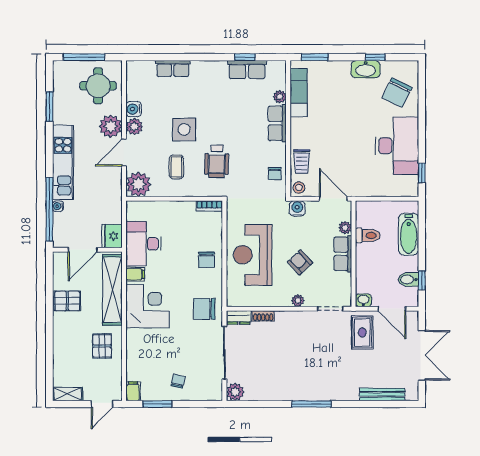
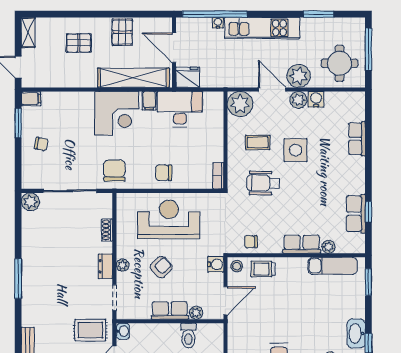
dresser: (239, 318) -> (105, 266), moved
pallet: (102, 346) -> (79, 43), moved

